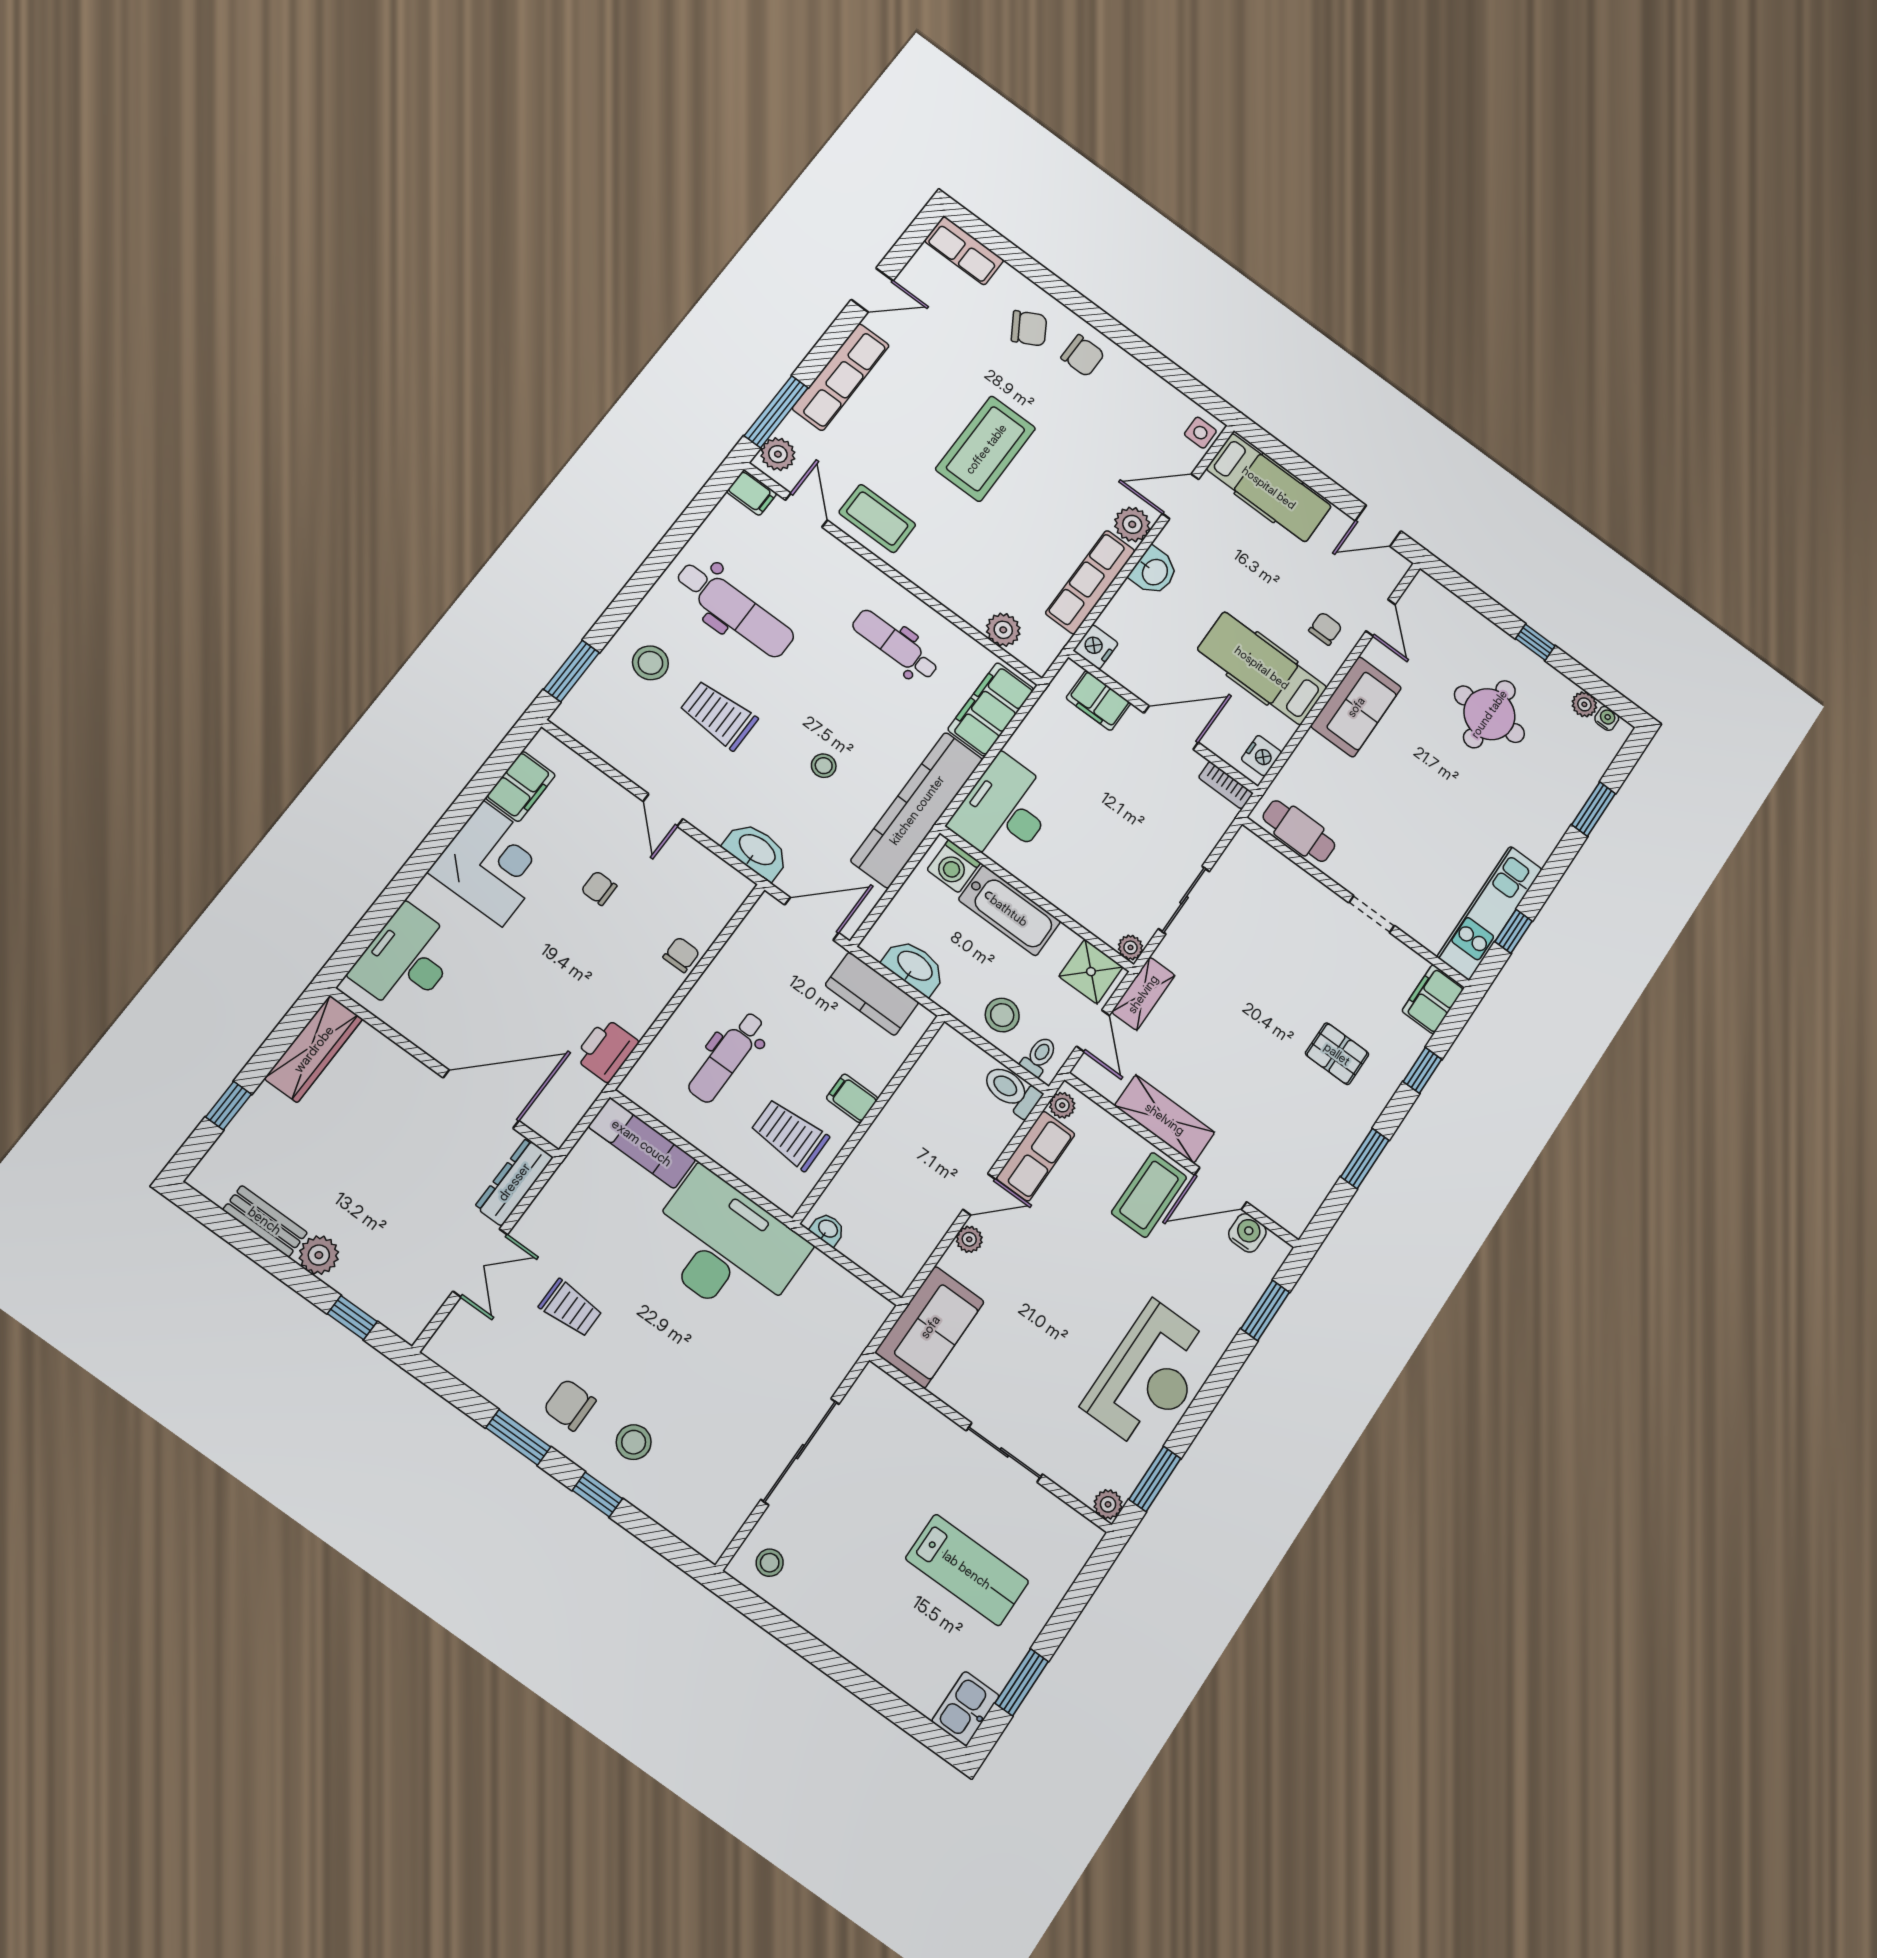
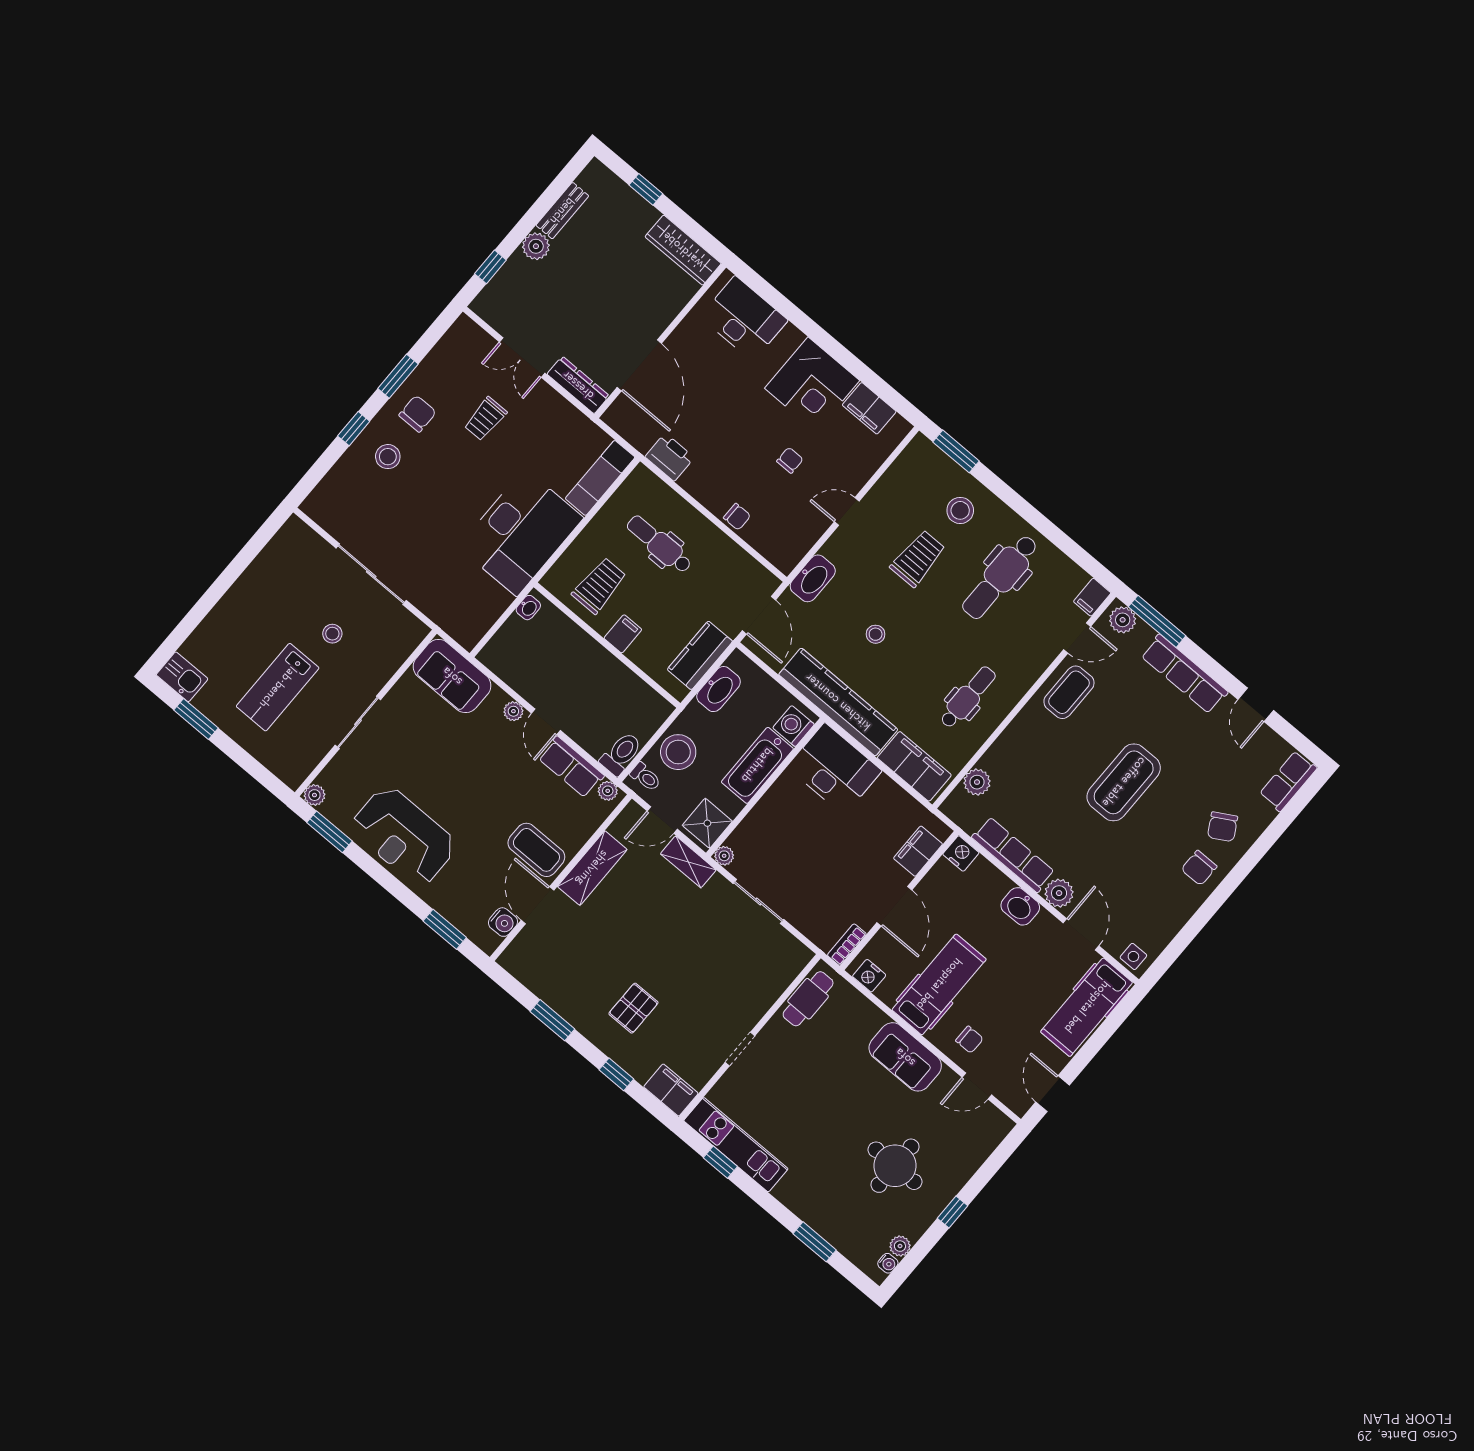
coffee table: (986, 449) -> (1124, 782), turned 90
stool: (1002, 1015) -> (678, 752), width x1.38, depth x1.38
stool: (770, 1563) -> (332, 634), moved

